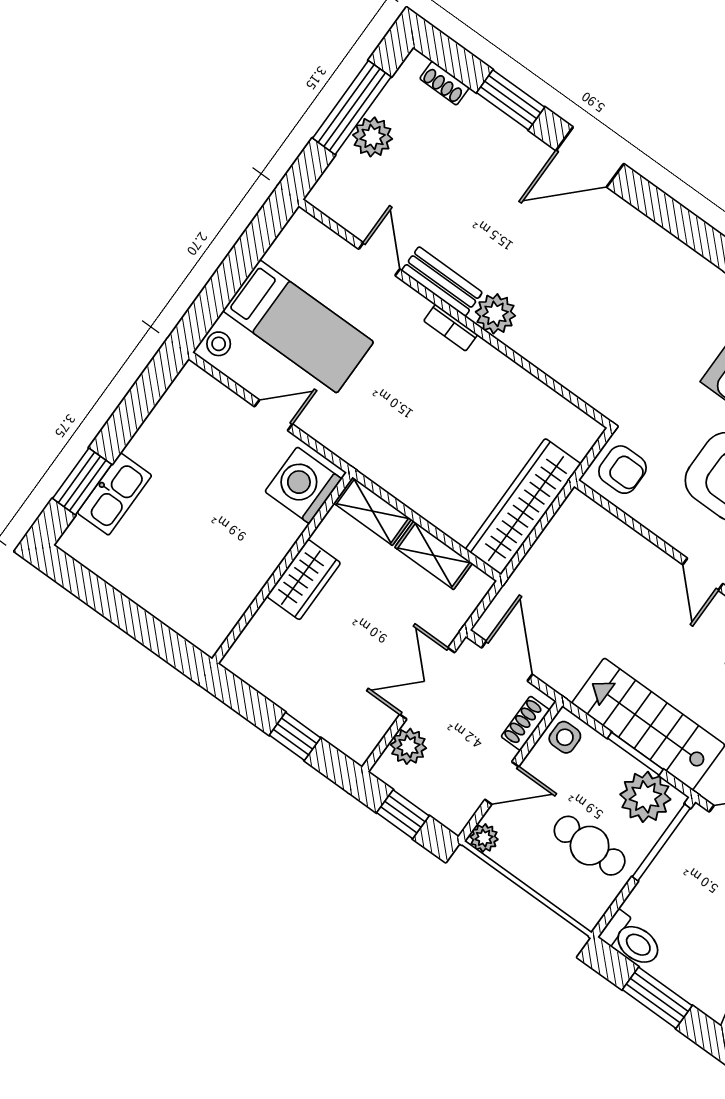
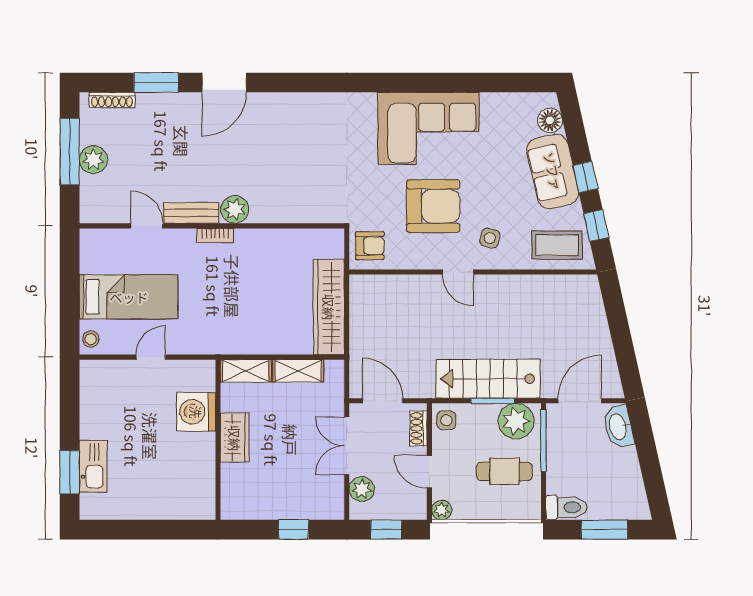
shoe rack: (444, 83) -> (112, 100), width x1.43
washing machine: (303, 485) -> (196, 412), moved
door: (502, 783) -> (429, 472), swing flipped

